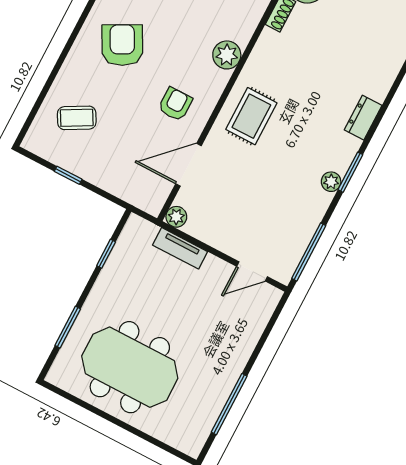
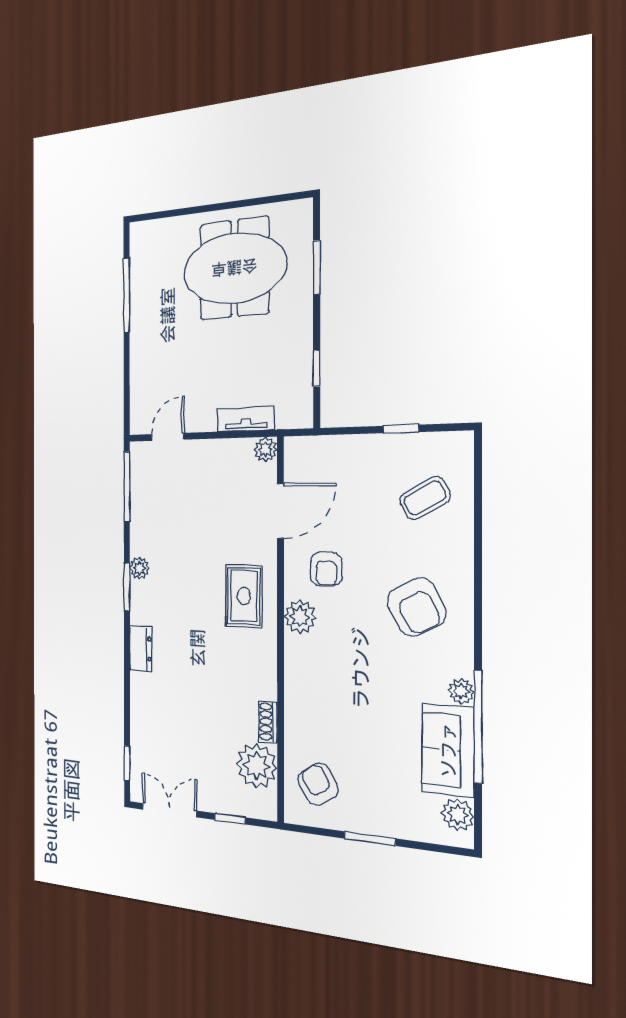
plant: (227, 55) -> (300, 617), moved

